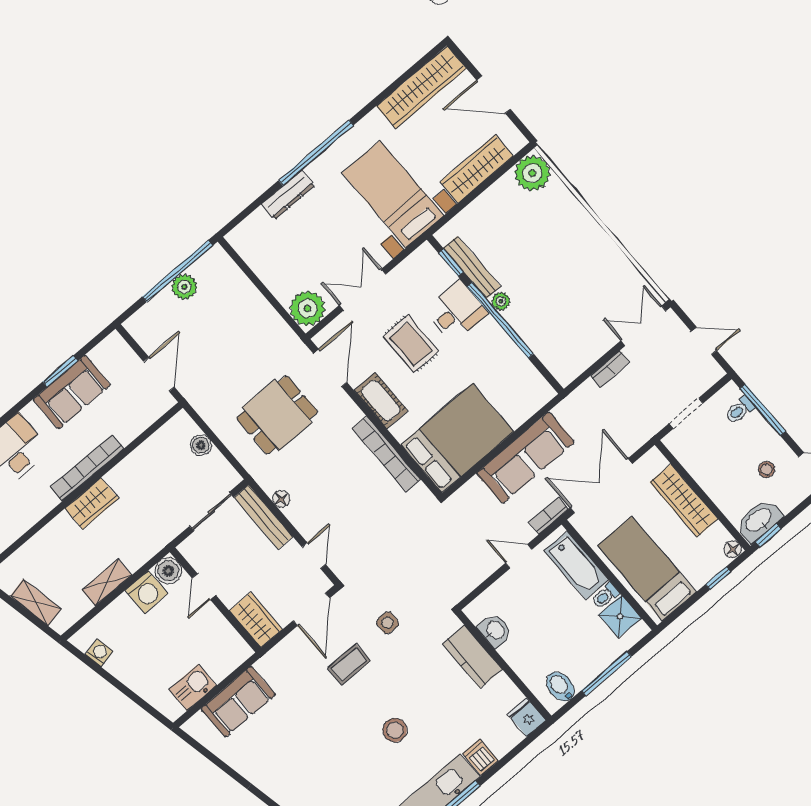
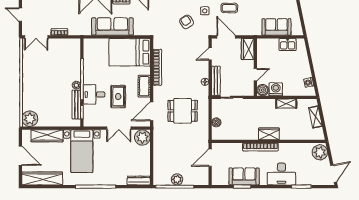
dresser: (288, 195) -> (139, 181), moved
armchair: (403, 576) -> (187, 22), added
door: (311, 609) -> (226, 37), hinge flipped

